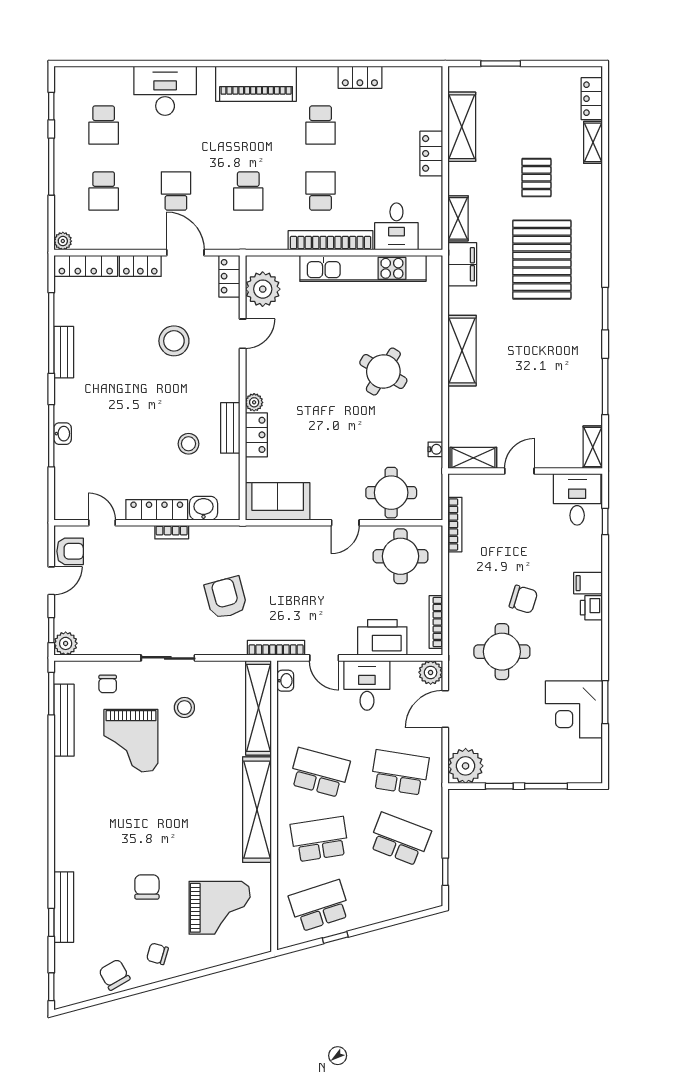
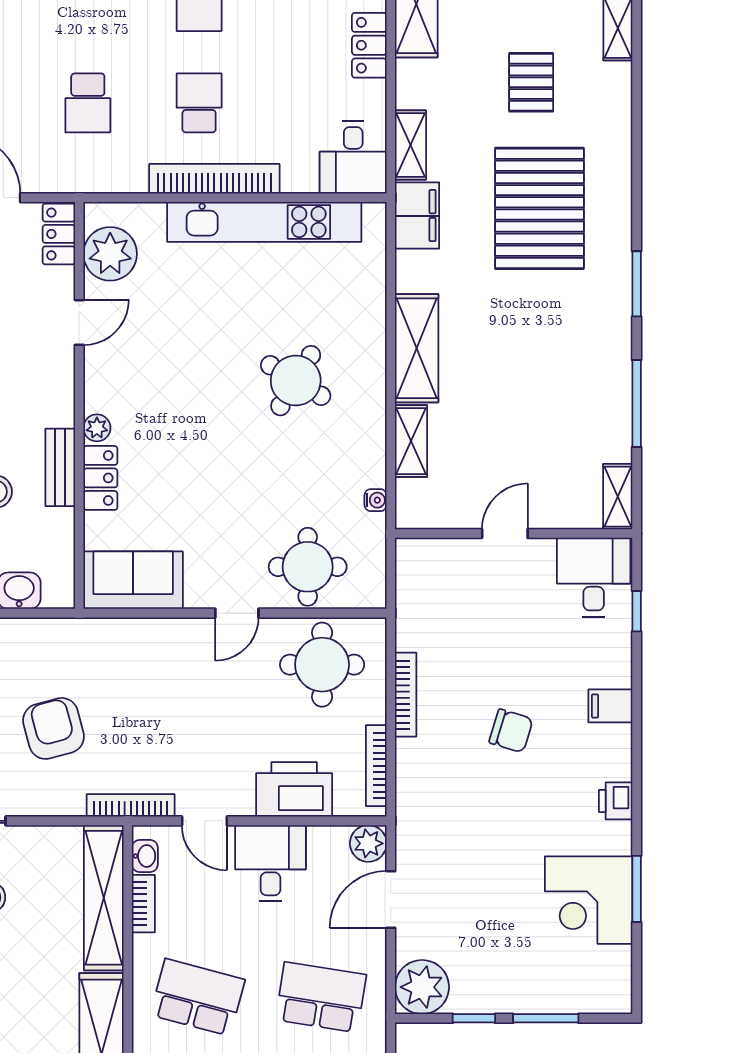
desk: (396, 226) -> (353, 157), moved
shelving: (473, 458) -> (411, 441), moved, turned 90
bookcase: (455, 525) -> (406, 695), moved
printer: (591, 608) -> (616, 801), moved
round table: (502, 652) -> (478, 811), removed
bookcase: (284, 712) -> (143, 904), added

